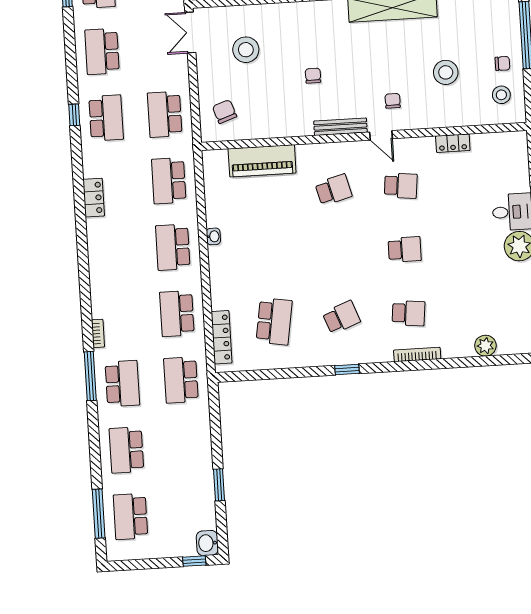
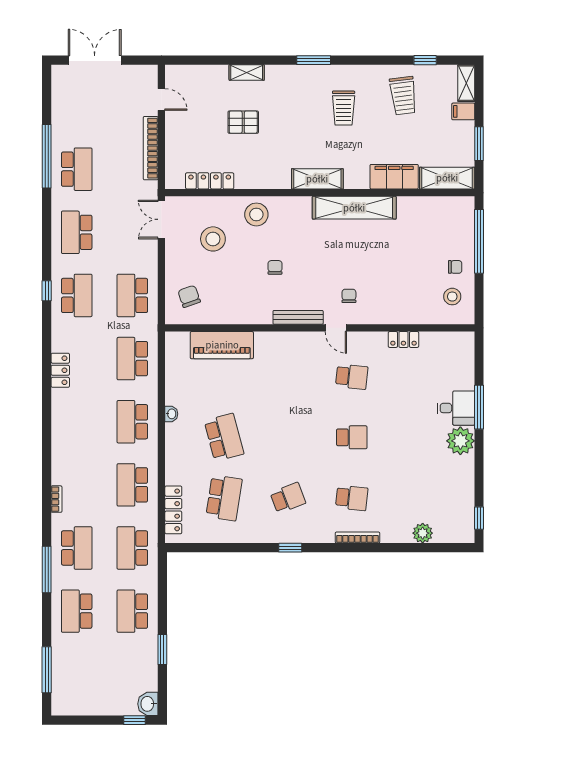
stool: (446, 72) -> (256, 214), moved
school desk: (334, 190) -> (224, 437), moved, width x1.85
window: (90, 376) -> (47, 570), moved
school desk: (131, 516) -> (132, 611), moved

